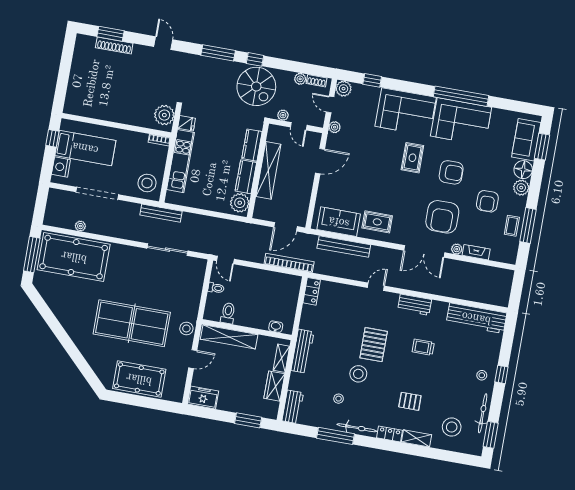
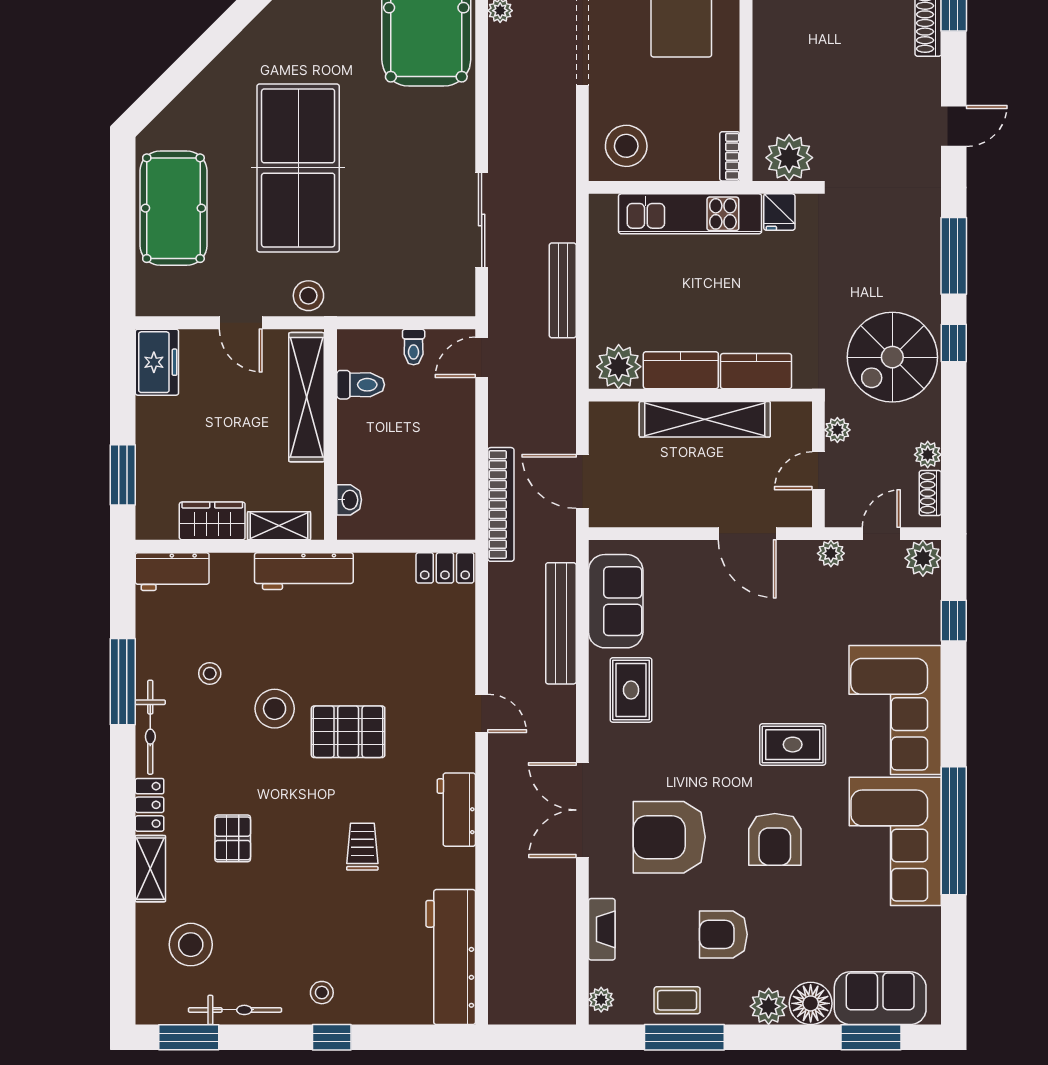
bench: (161, 213) -> (563, 290), moved
plant: (457, 249) -> (601, 1000), moved

